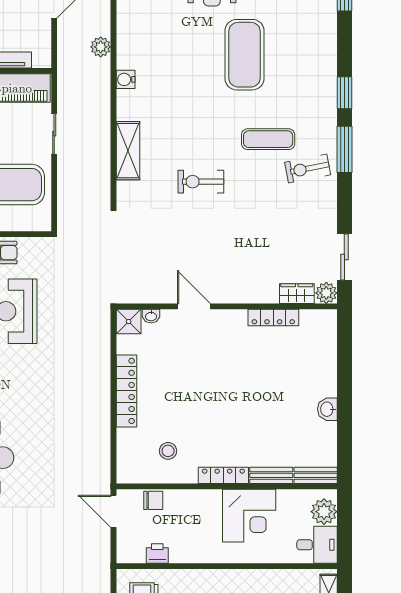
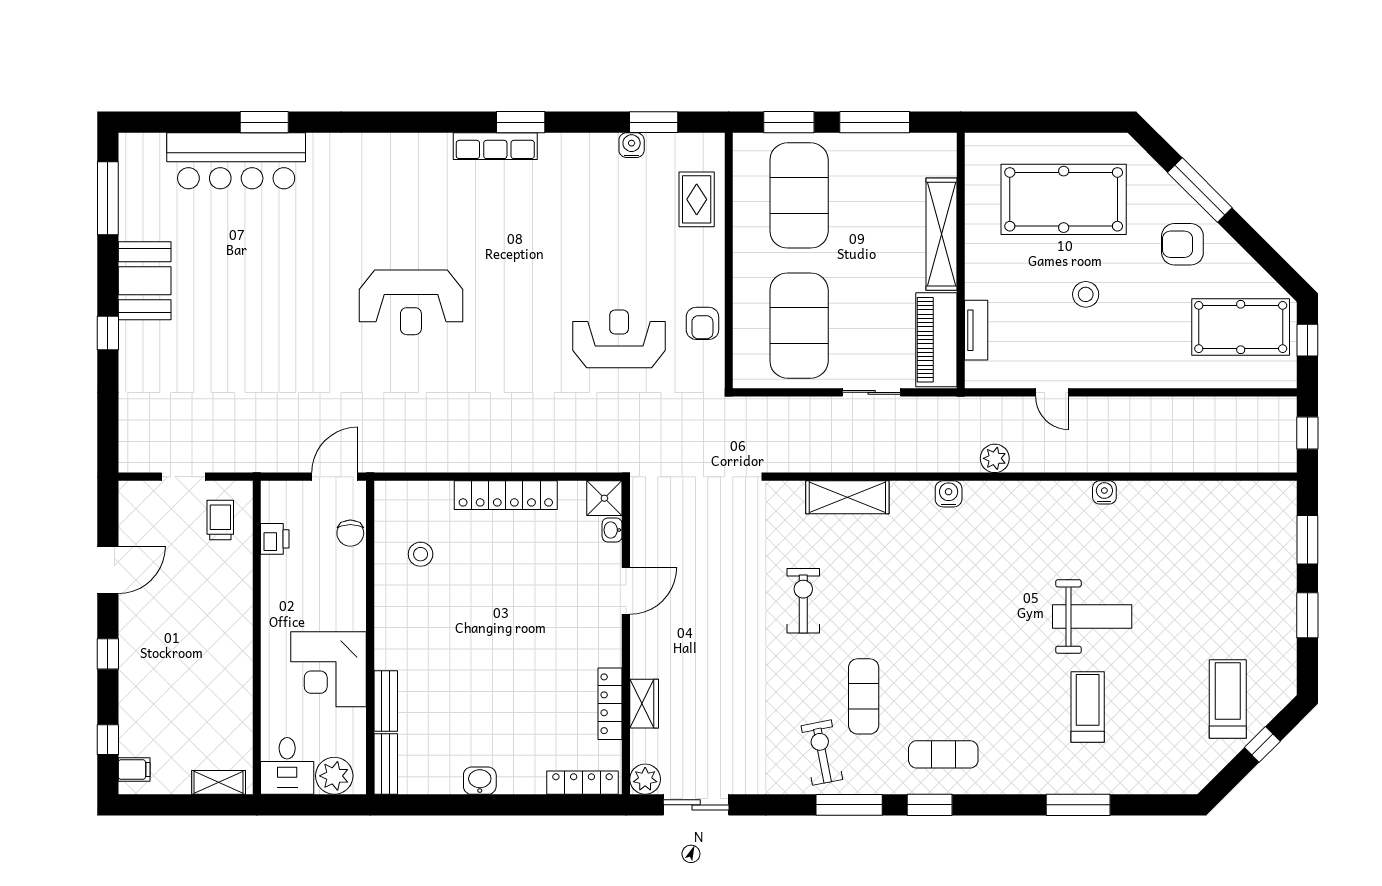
exercise mat: (244, 55) -> (943, 754), moved, width x0.50, depth x0.69
wardrobe: (297, 294) -> (644, 704), moved
locker: (223, 475) -> (583, 783), moved, turned -90

